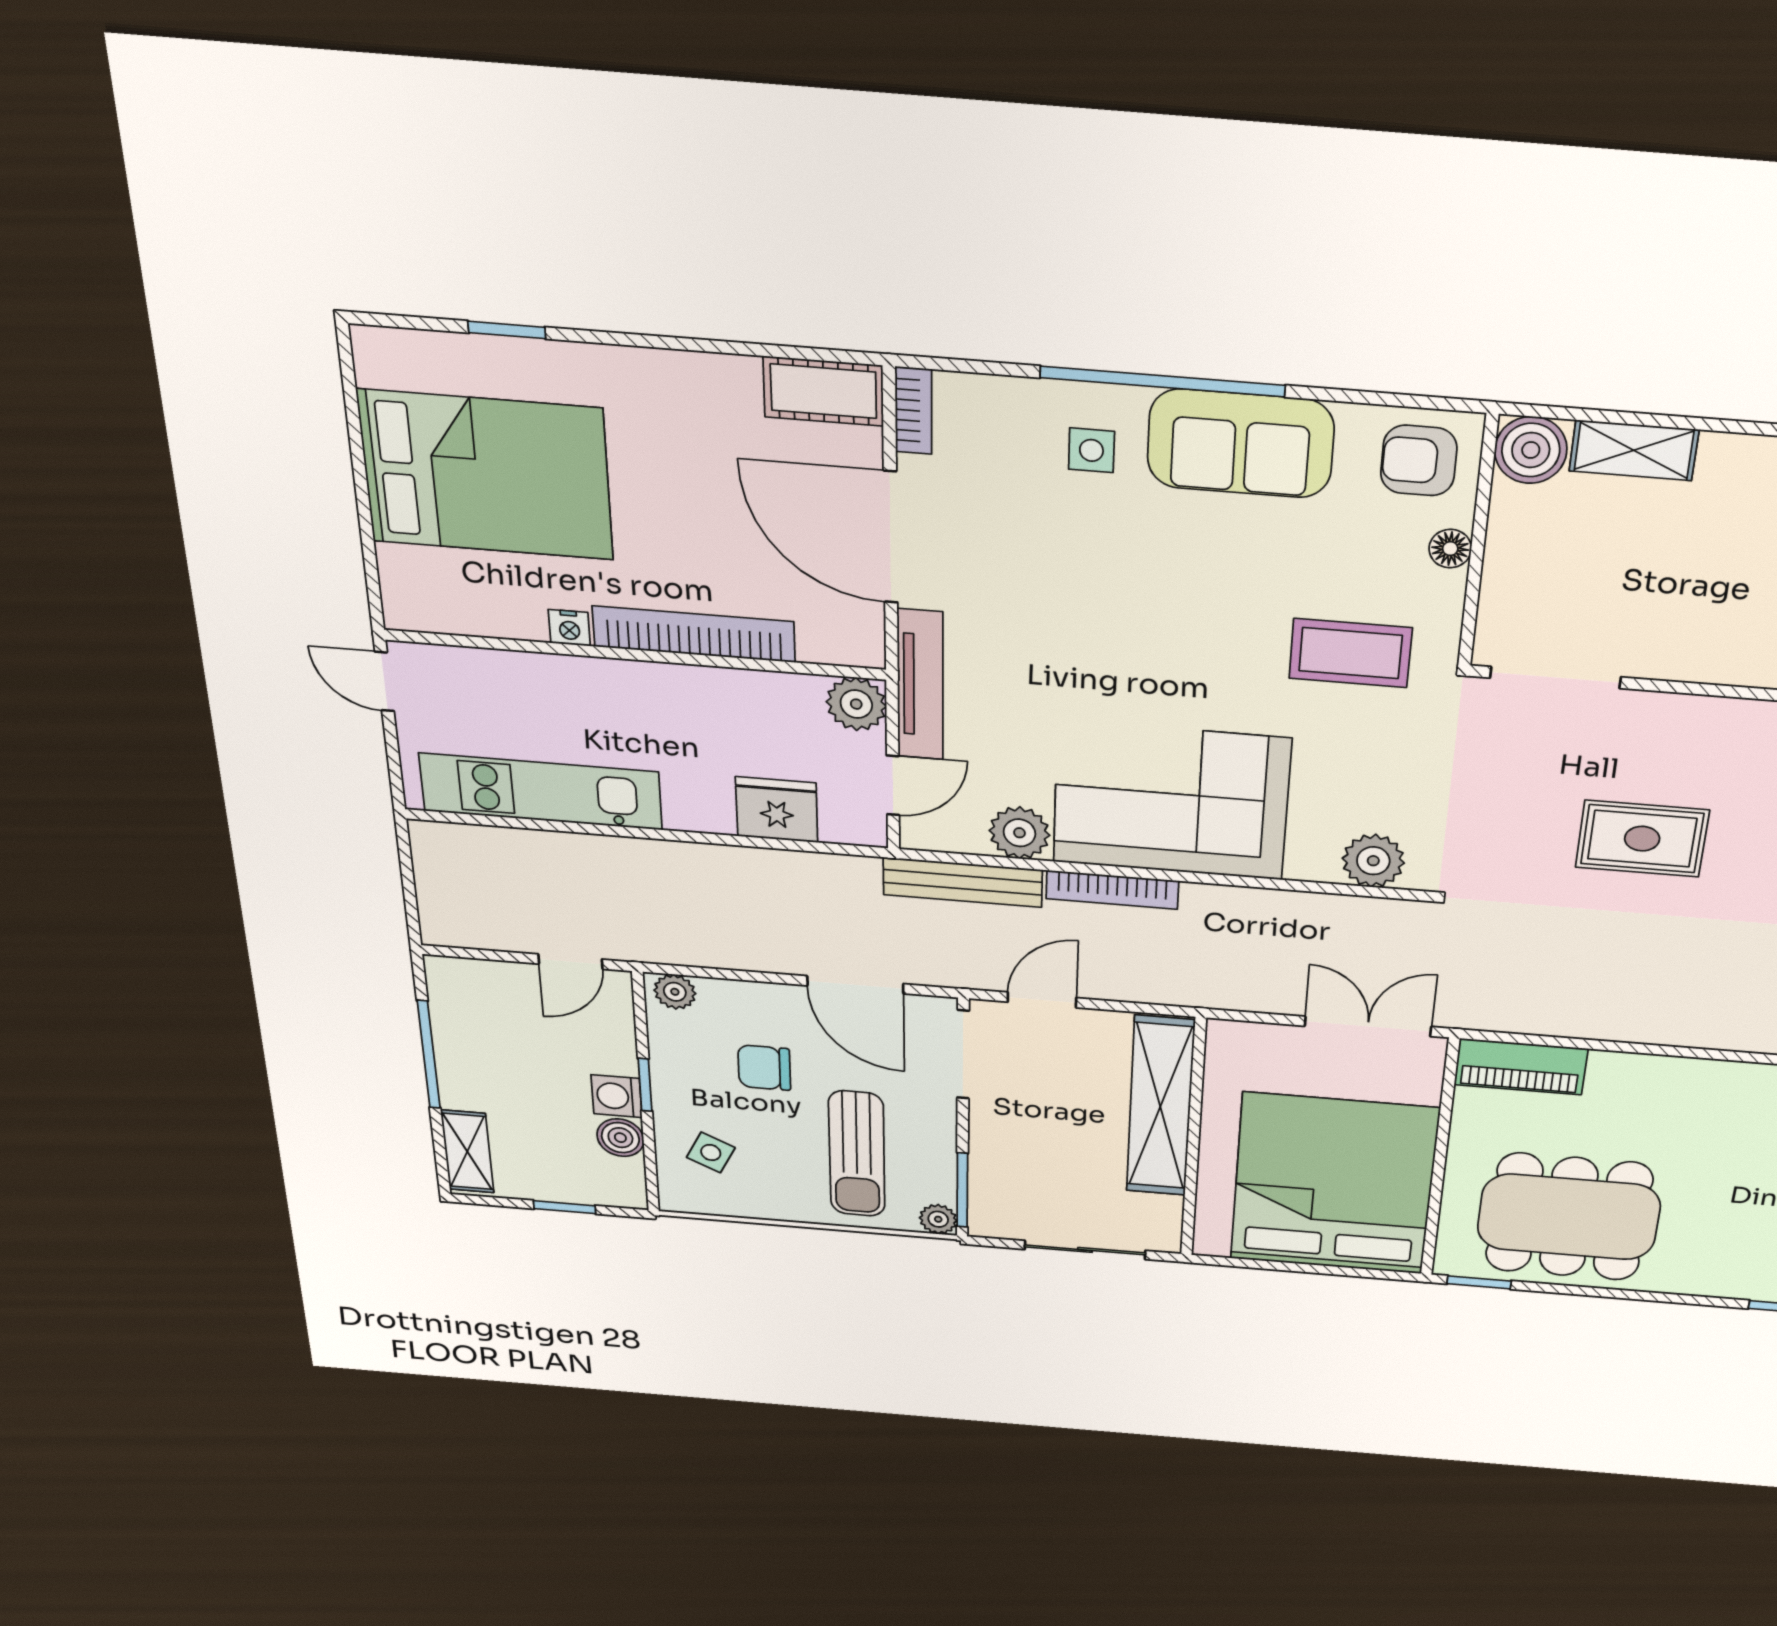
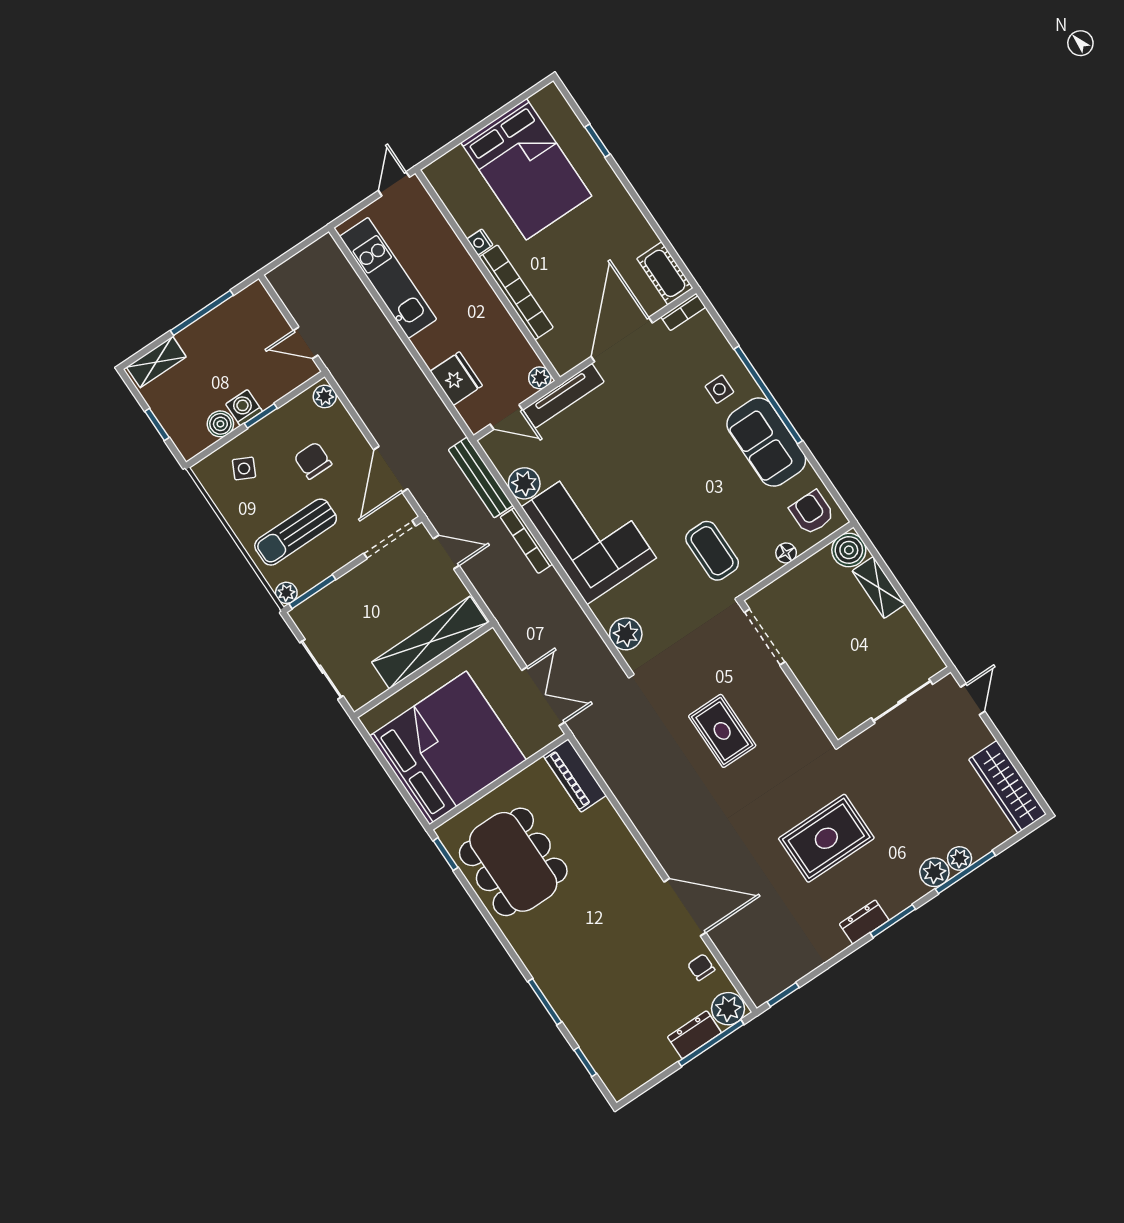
plant: (856, 704) -> (540, 378), width x0.73, depth x0.73

